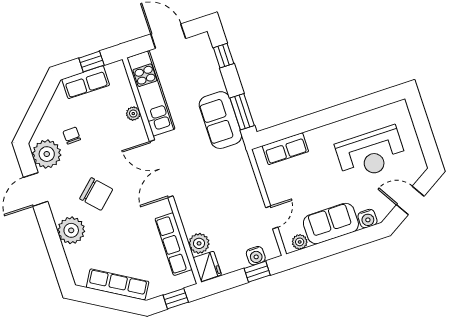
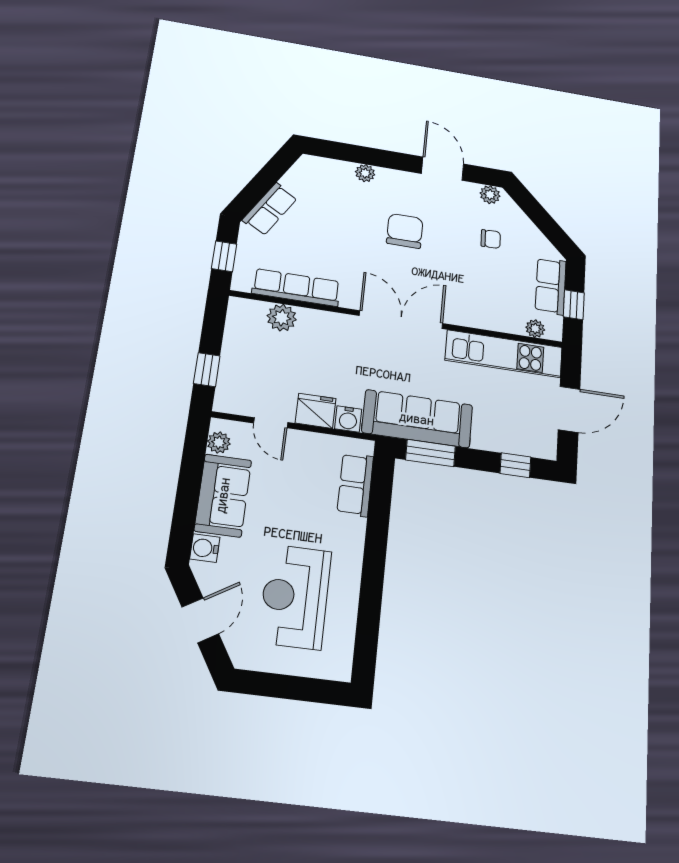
plant: (133, 114) -> (535, 329), moved
sofa: (220, 120) -> (417, 419), width x1.36
plant: (47, 154) -> (490, 195), width x0.53, depth x0.53
chair: (96, 194) -> (405, 231), turned 133
plant: (71, 230) -> (365, 173), width x0.53, depth x0.53
water cooler: (256, 256) -> (348, 419), moved, turned -90
fridge: (207, 266) -> (316, 411), moved, turned 180
row of seats: (118, 284) -> (270, 209), width x0.68

